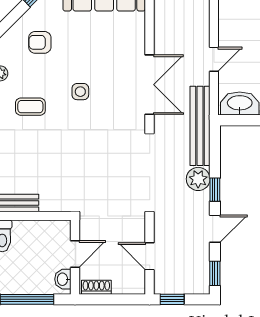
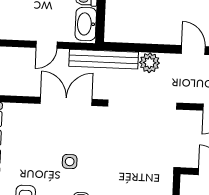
door: (214, 59) -> (47, 45), swing flipped
window: (215, 190) -> (159, 49), removed

